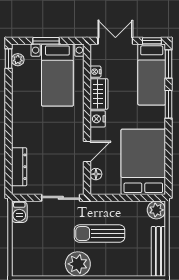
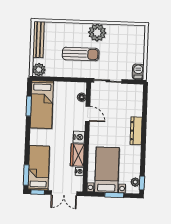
window: (169, 104) -> (29, 106), moved
door: (87, 151) -> (88, 114), swing flipped
bed: (143, 162) -> (42, 105), width x0.67
dresser: (19, 167) -> (136, 131), moved

